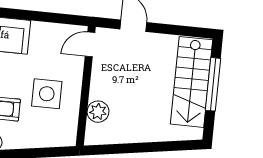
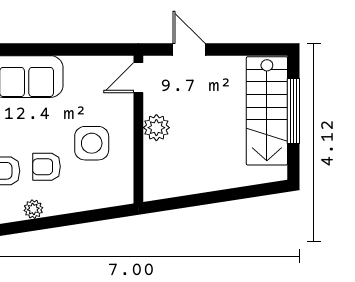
plant: (98, 112) -> (156, 128), moved

